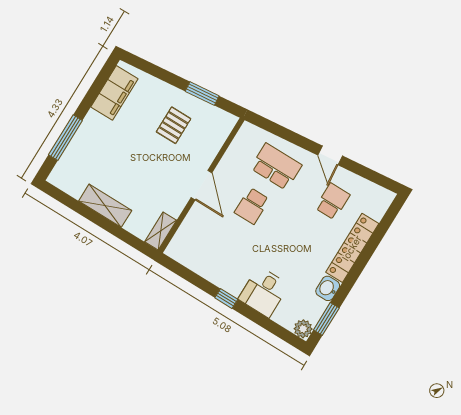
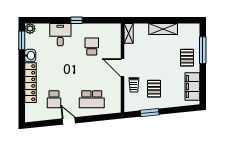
pallet: (96, 141) -> (187, 58), added
trolley: (200, 149) -> (134, 85), added
school desk: (252, 206) -> (92, 47), moved

